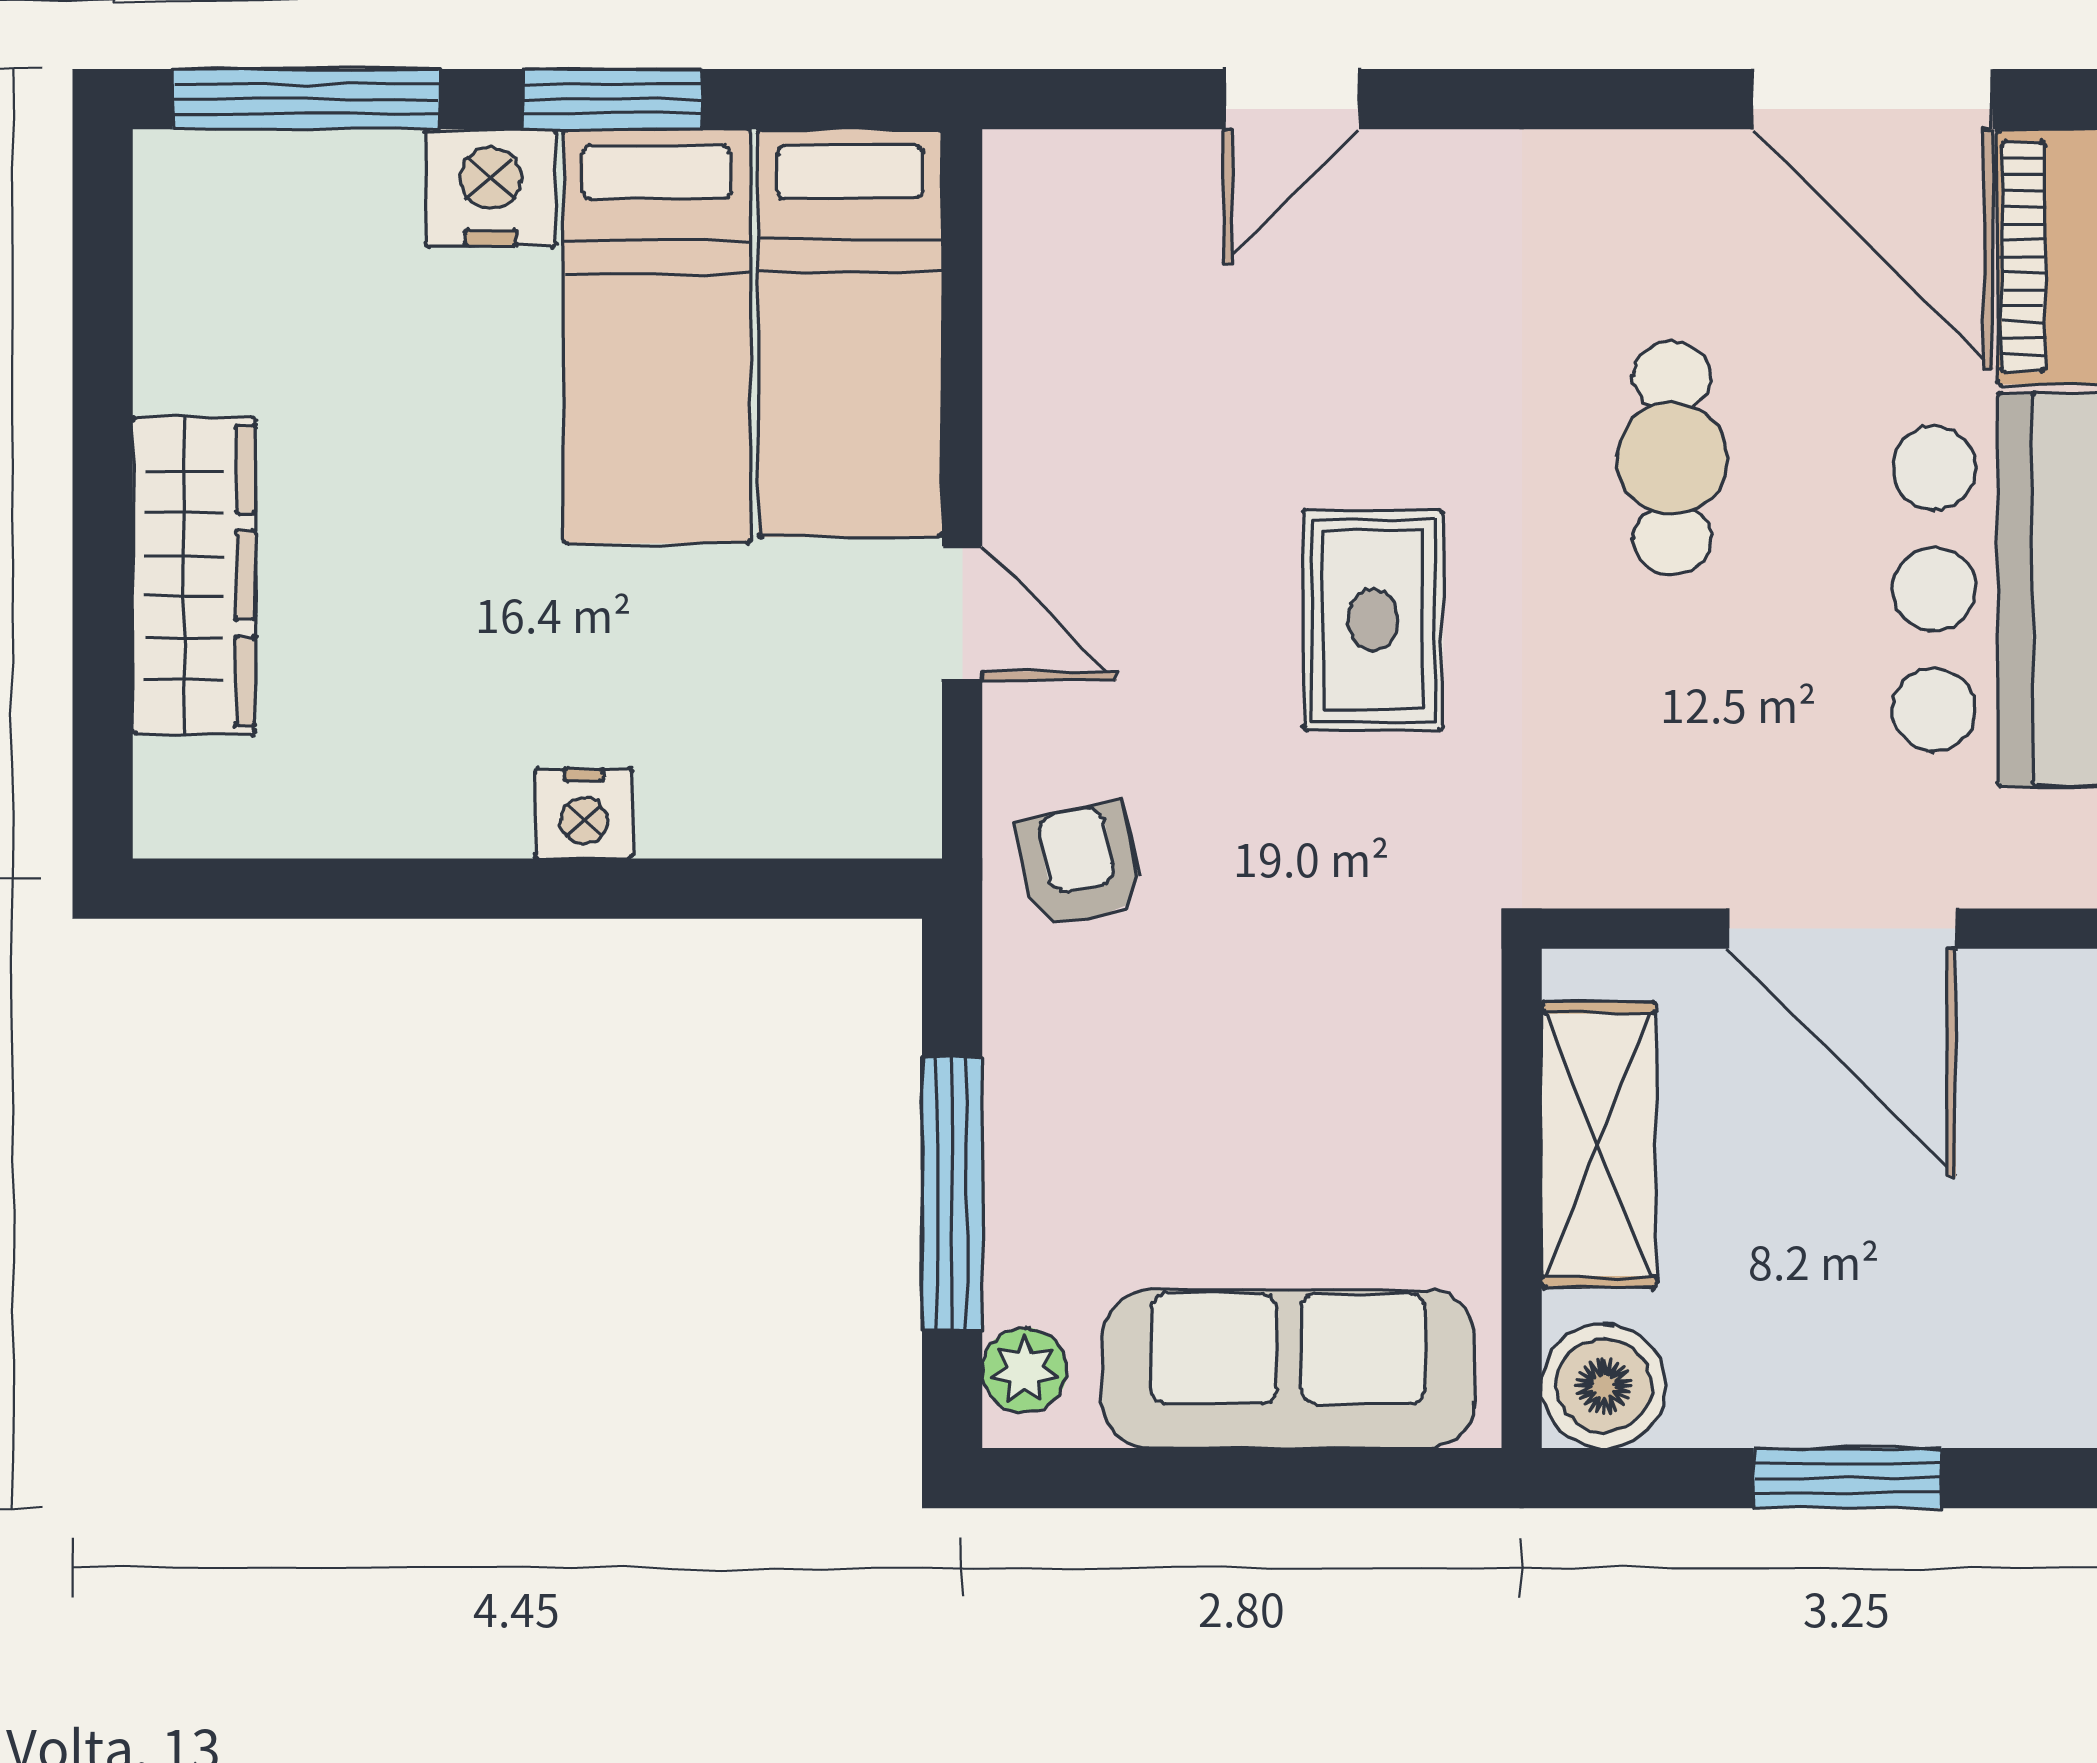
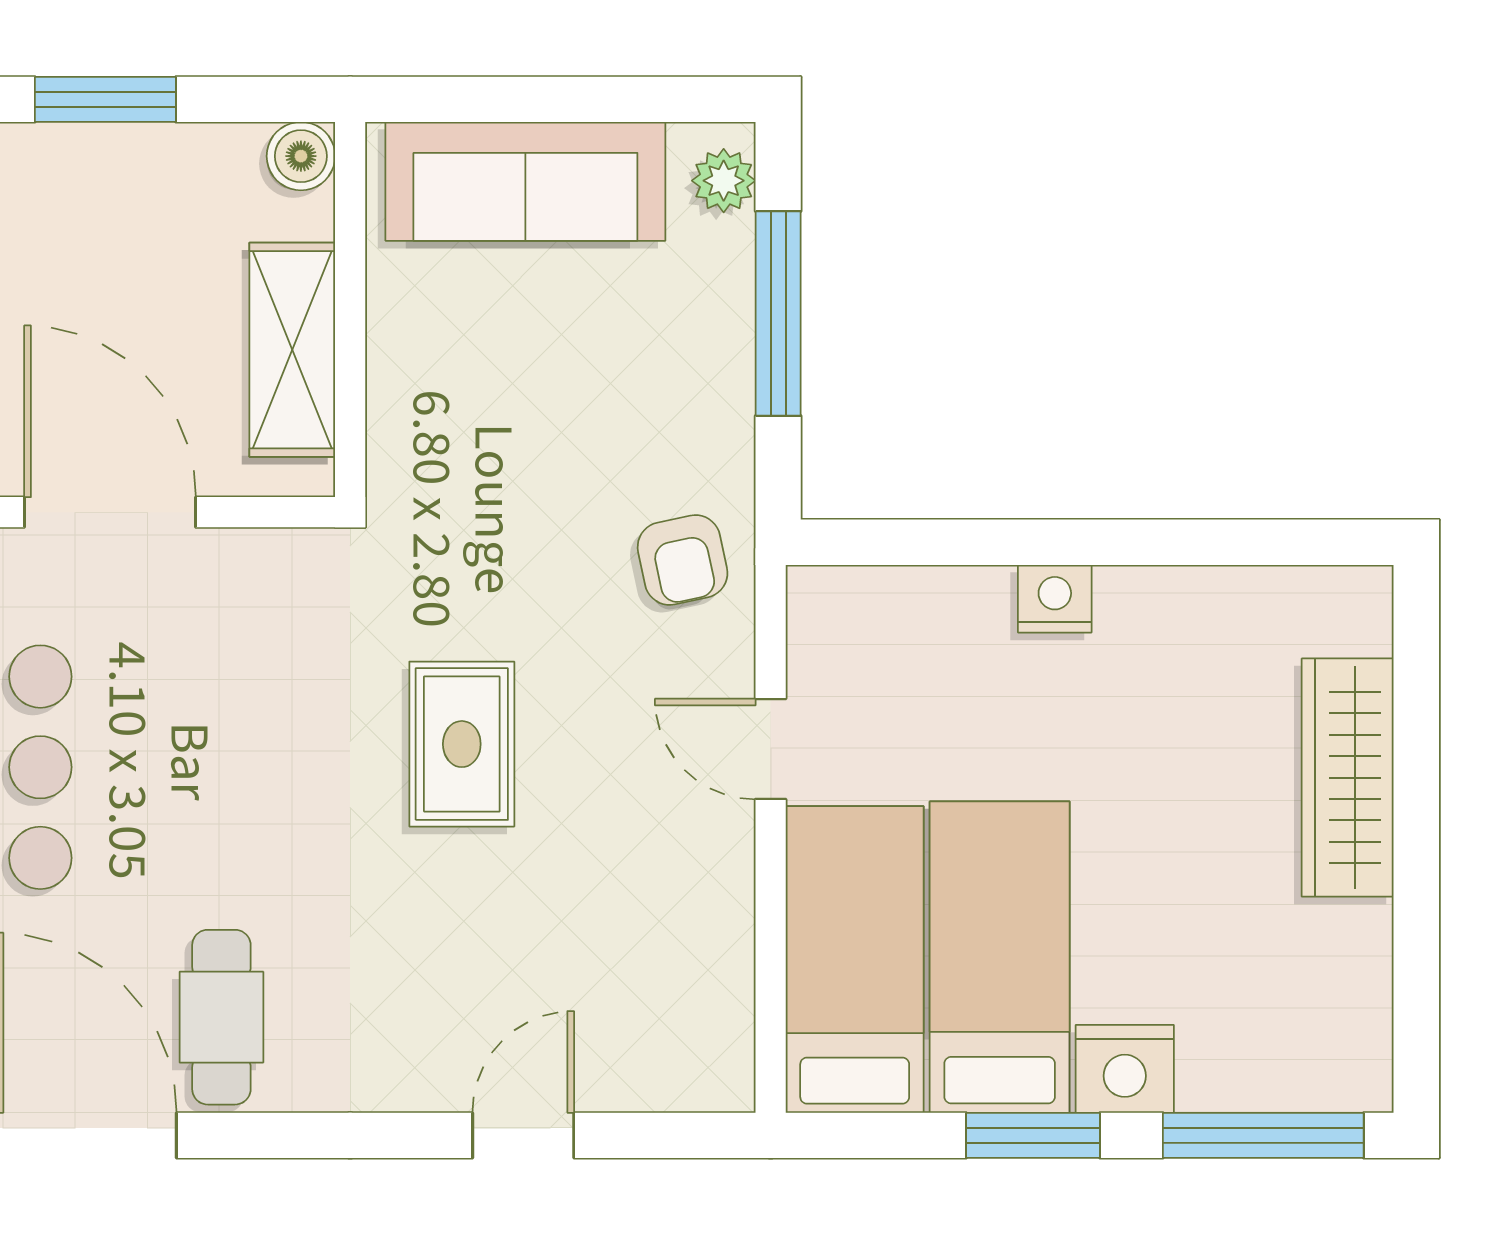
cafe table: (1672, 458) -> (221, 1017), moved
boiler: (1604, 1386) -> (301, 156), width x0.73, depth x0.73

